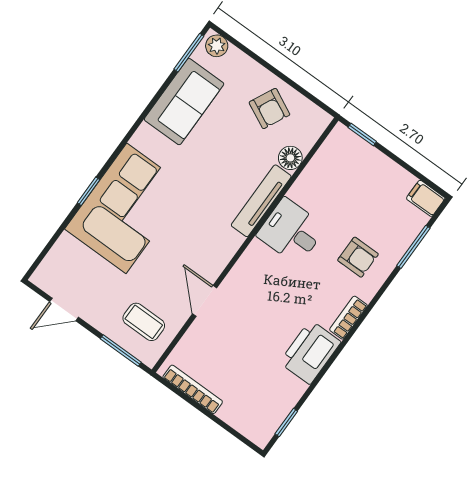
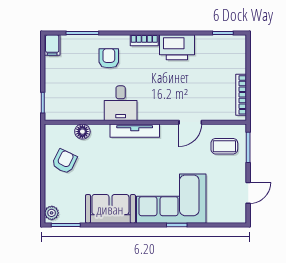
sofa: (184, 102) -> (110, 209), moved
tv unit: (261, 201) -> (135, 131), moved
door: (64, 309) -> (248, 193), hinge flipped
coffee table: (144, 322) -> (224, 146), turned 90

